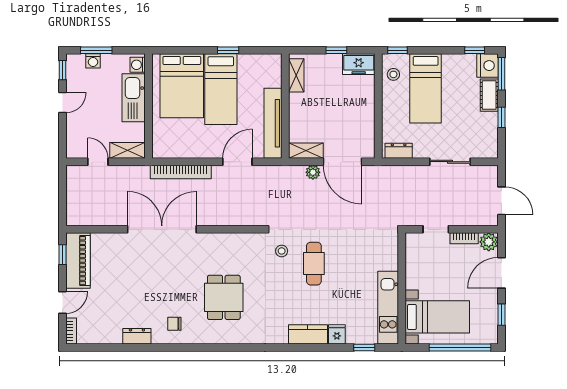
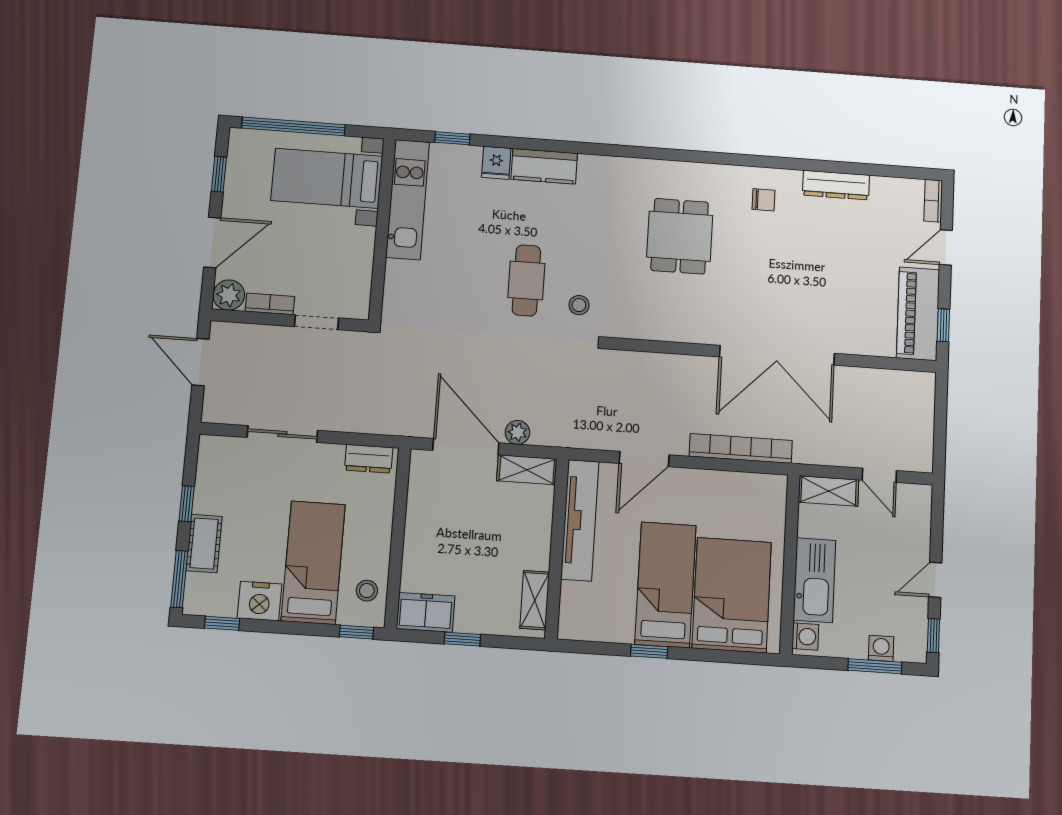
nightstand: (487, 66) -> (259, 601), moved, turned -90
dresser: (137, 336) -> (836, 185), width x1.44

